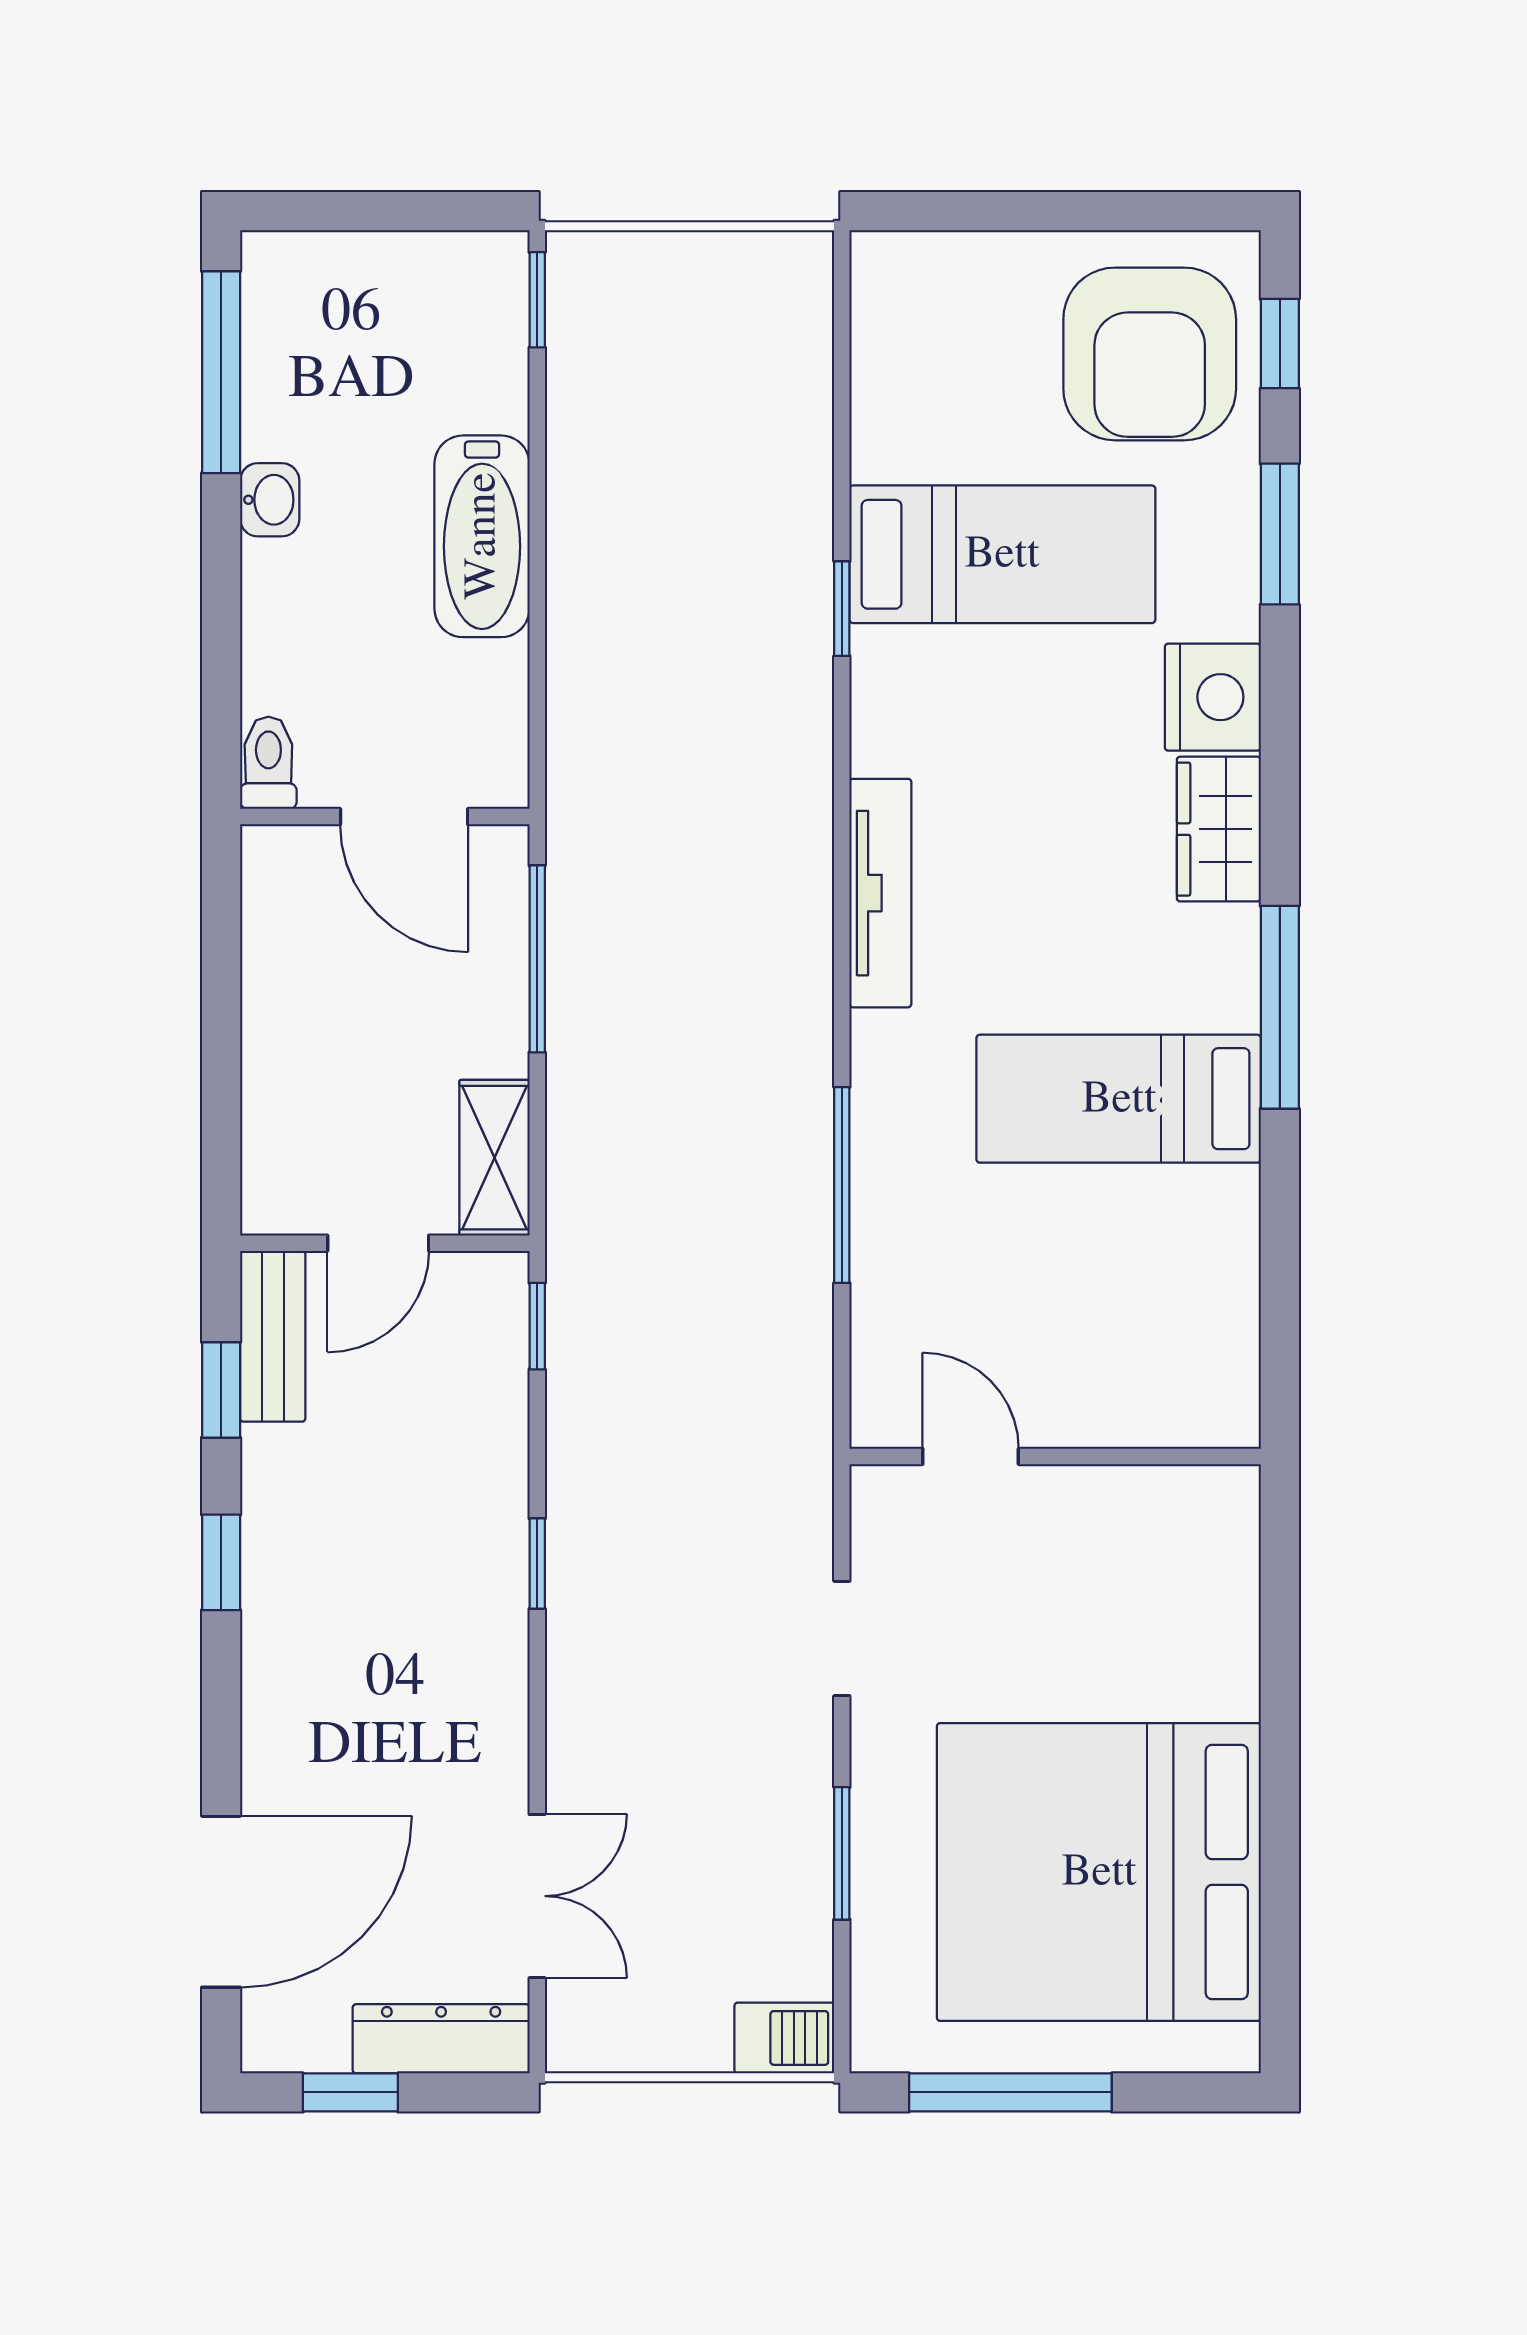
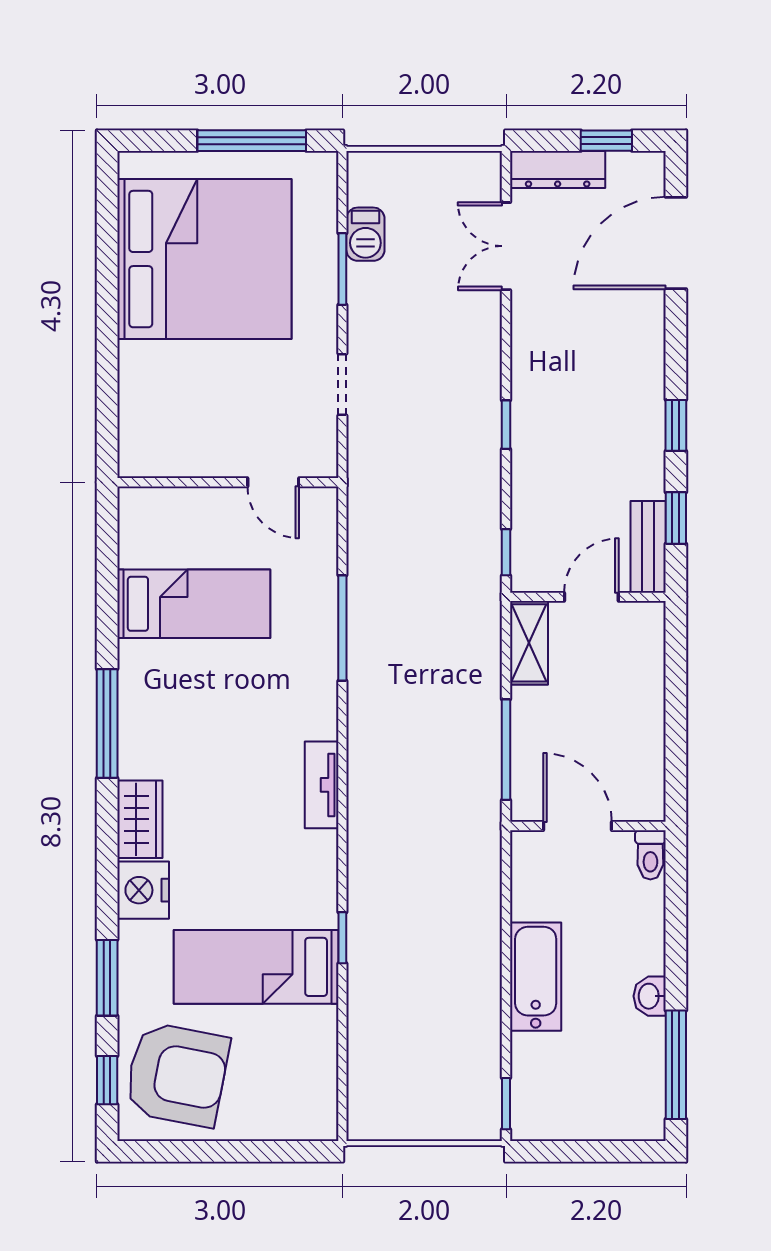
armchair: (1150, 354) -> (177, 1075), turned 101
tv unit: (880, 893) -> (322, 785), width x0.71
bed: (1119, 1099) -> (194, 604), moved
barbecue: (784, 2038) -> (365, 234), moved, turned -90

